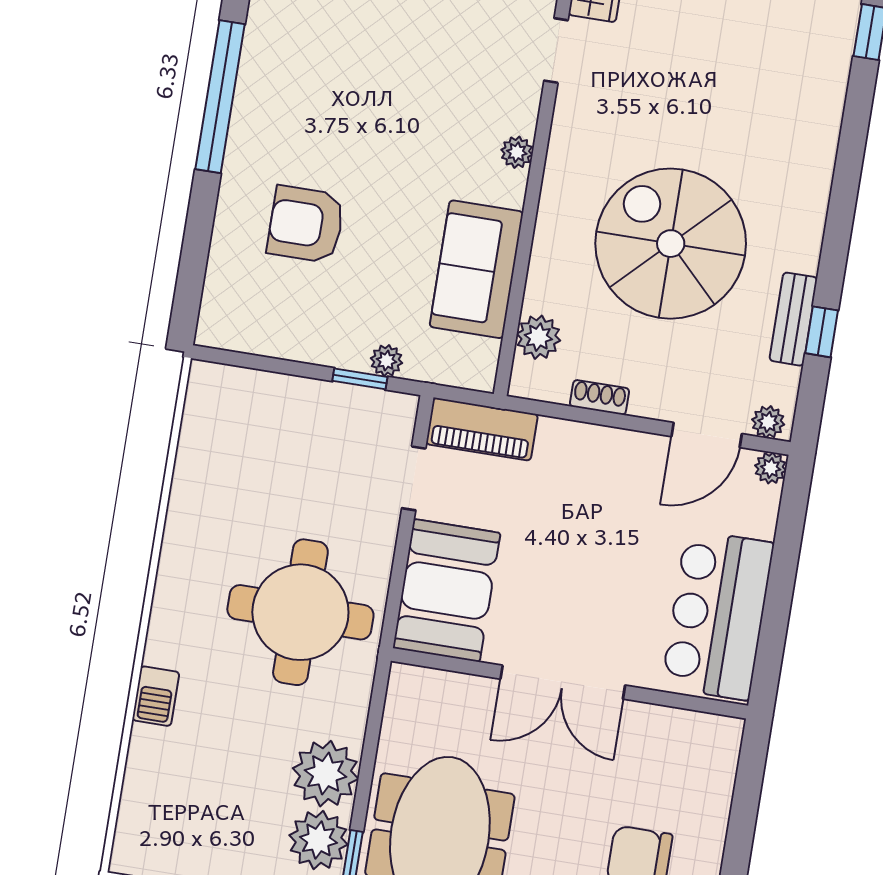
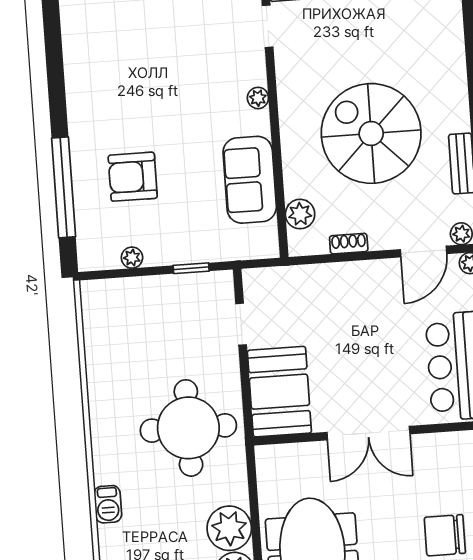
window: (220, 97) -> (64, 187), moved
plant: (386, 361) -> (132, 258), moved
piano: (482, 429) -> (278, 282), removed

